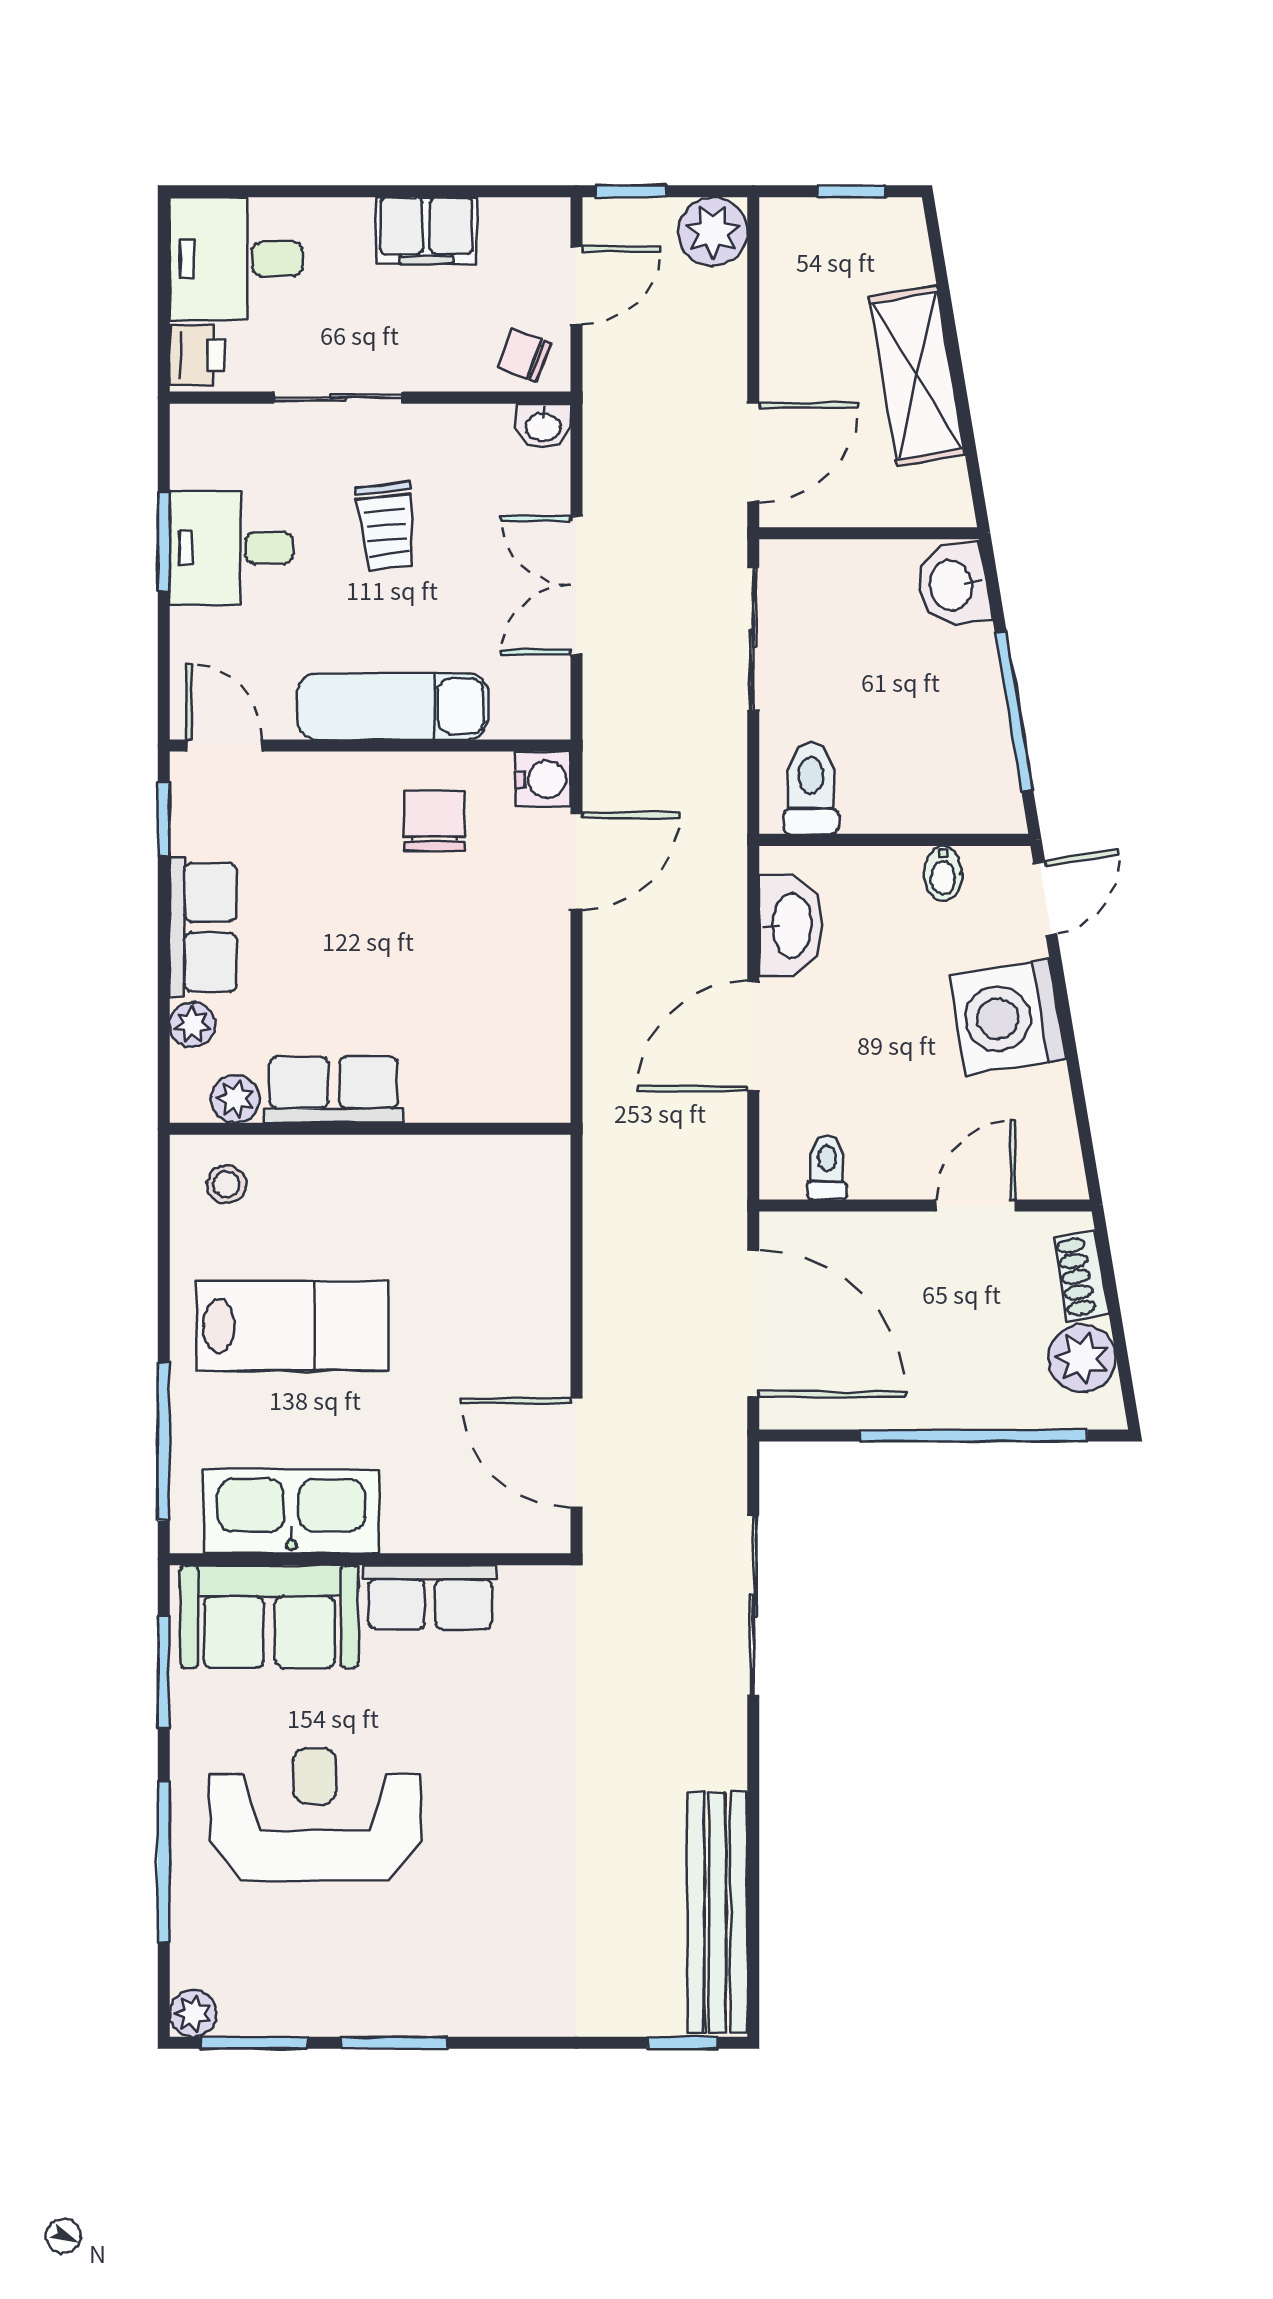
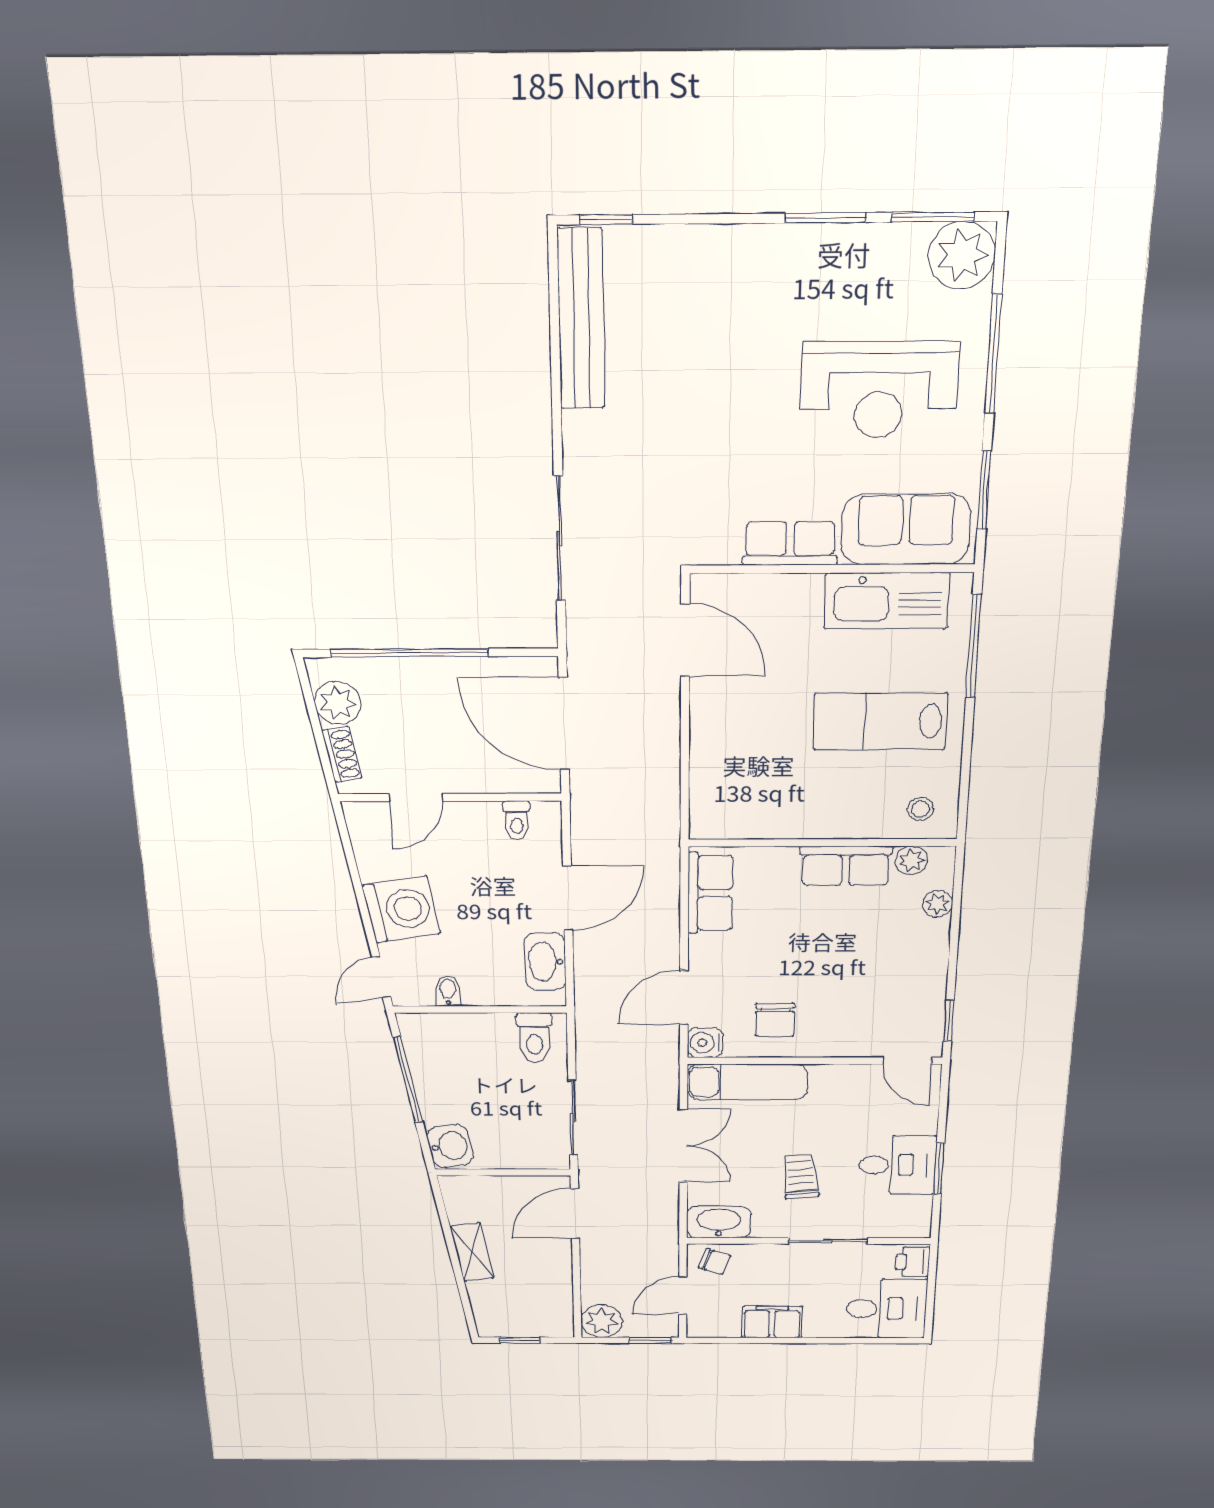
shelving: (917, 376) -> (472, 1252), width x0.67, depth x0.75
washbasin: (543, 426) -> (719, 1222), width x1.91, depth x1.45
exam couch: (392, 706) -> (747, 1082), moved
row of seats: (203, 927) -> (710, 893), moved, turned 180
plant: (193, 2014) -> (962, 255), width x1.88, depth x1.88

